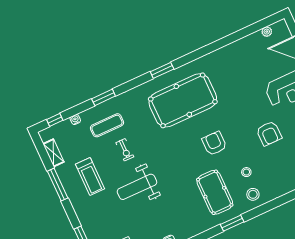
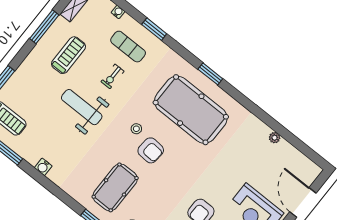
plant: (267, 32) -> (275, 138), moved
armchair: (214, 143) -> (151, 150), moved, turned 94
stool: (246, 172) -> (136, 129), moved
treadmill: (90, 177) -> (69, 55), turned 180

